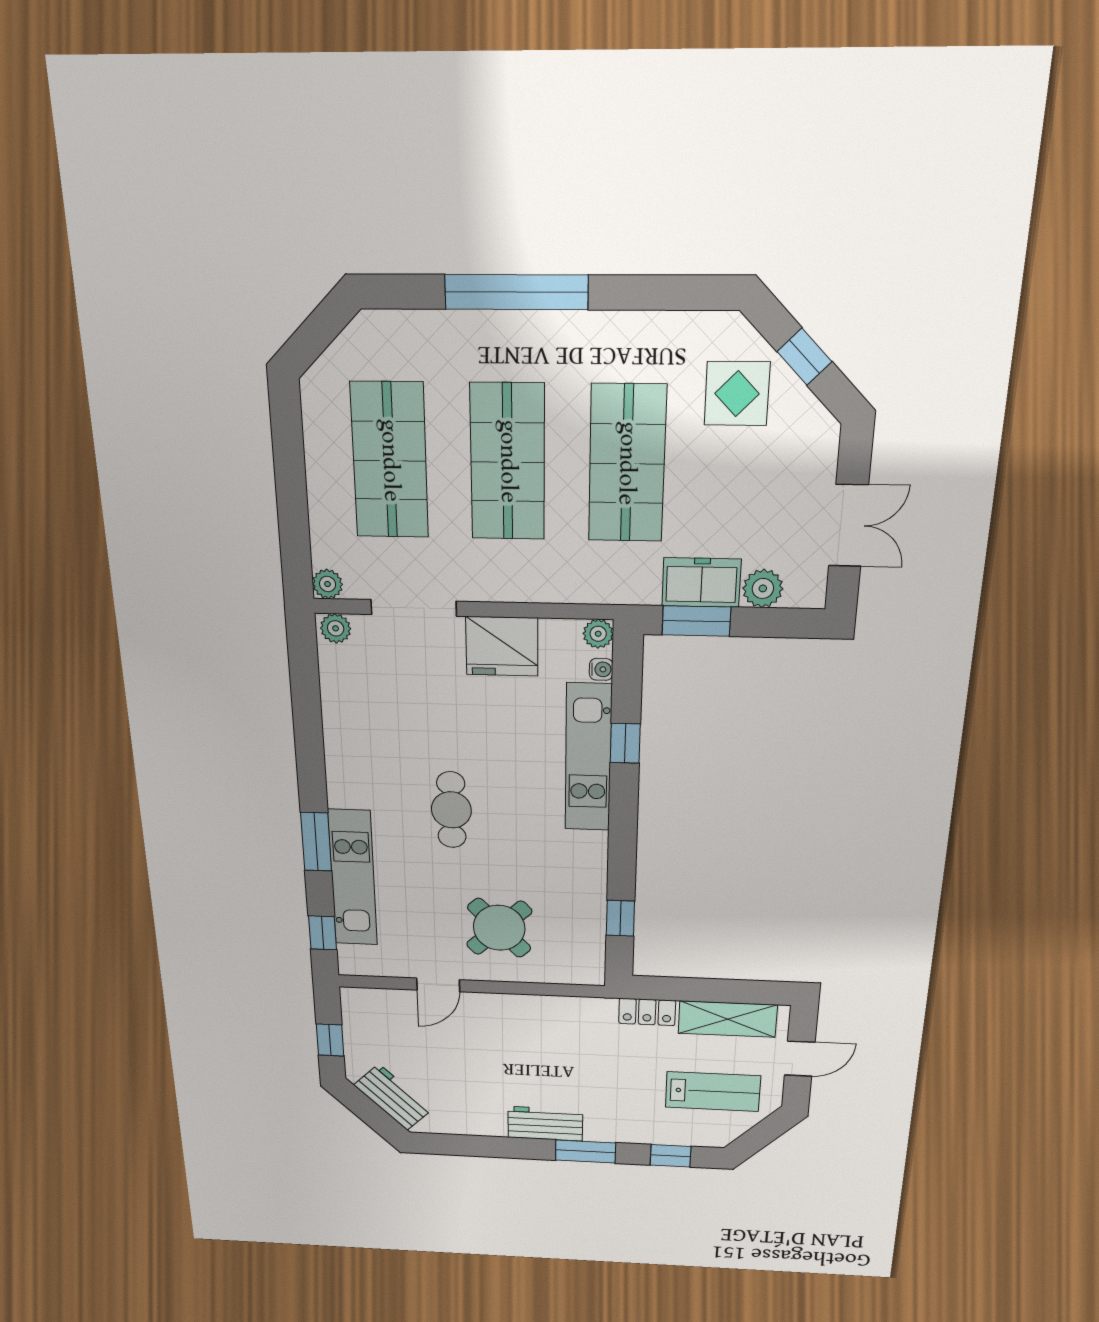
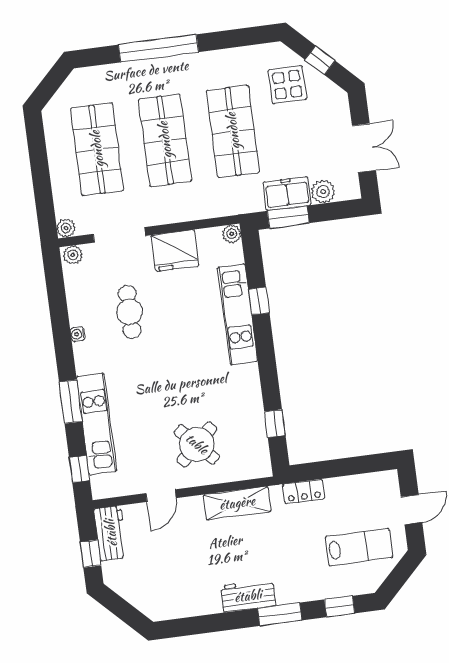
water cooler: (601, 669) -> (78, 334), moved, turned 180
cafe table: (451, 810) -> (130, 312), moved
shelving: (728, 1019) -> (237, 503), moved
workbench: (393, 1097) -> (111, 533), moved, turned 45

